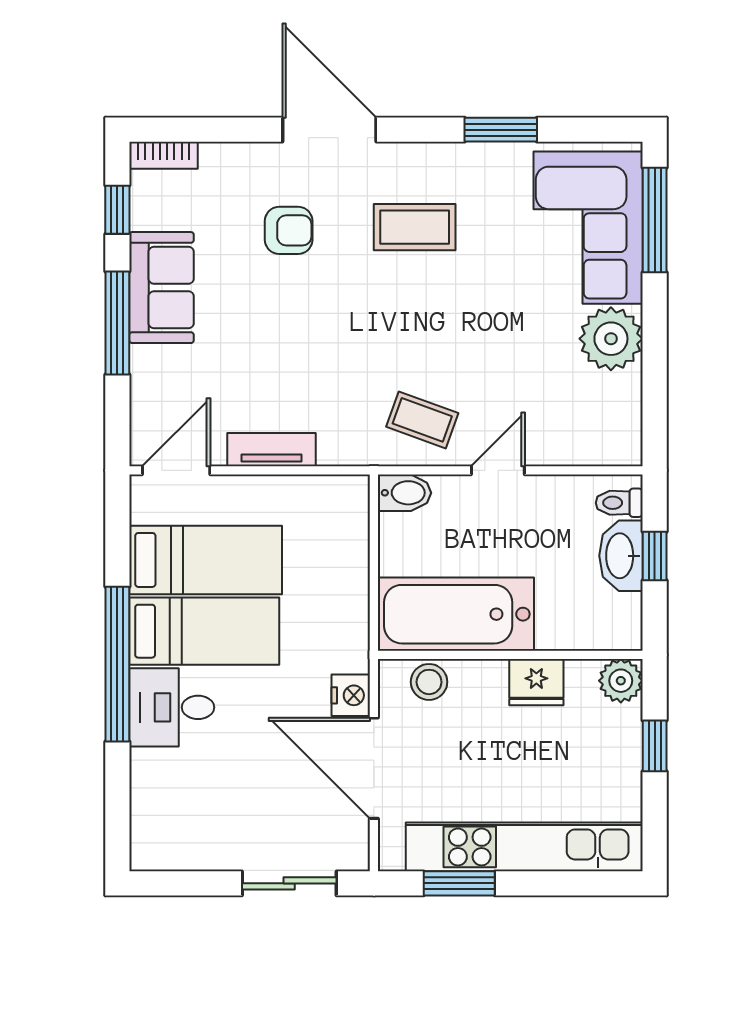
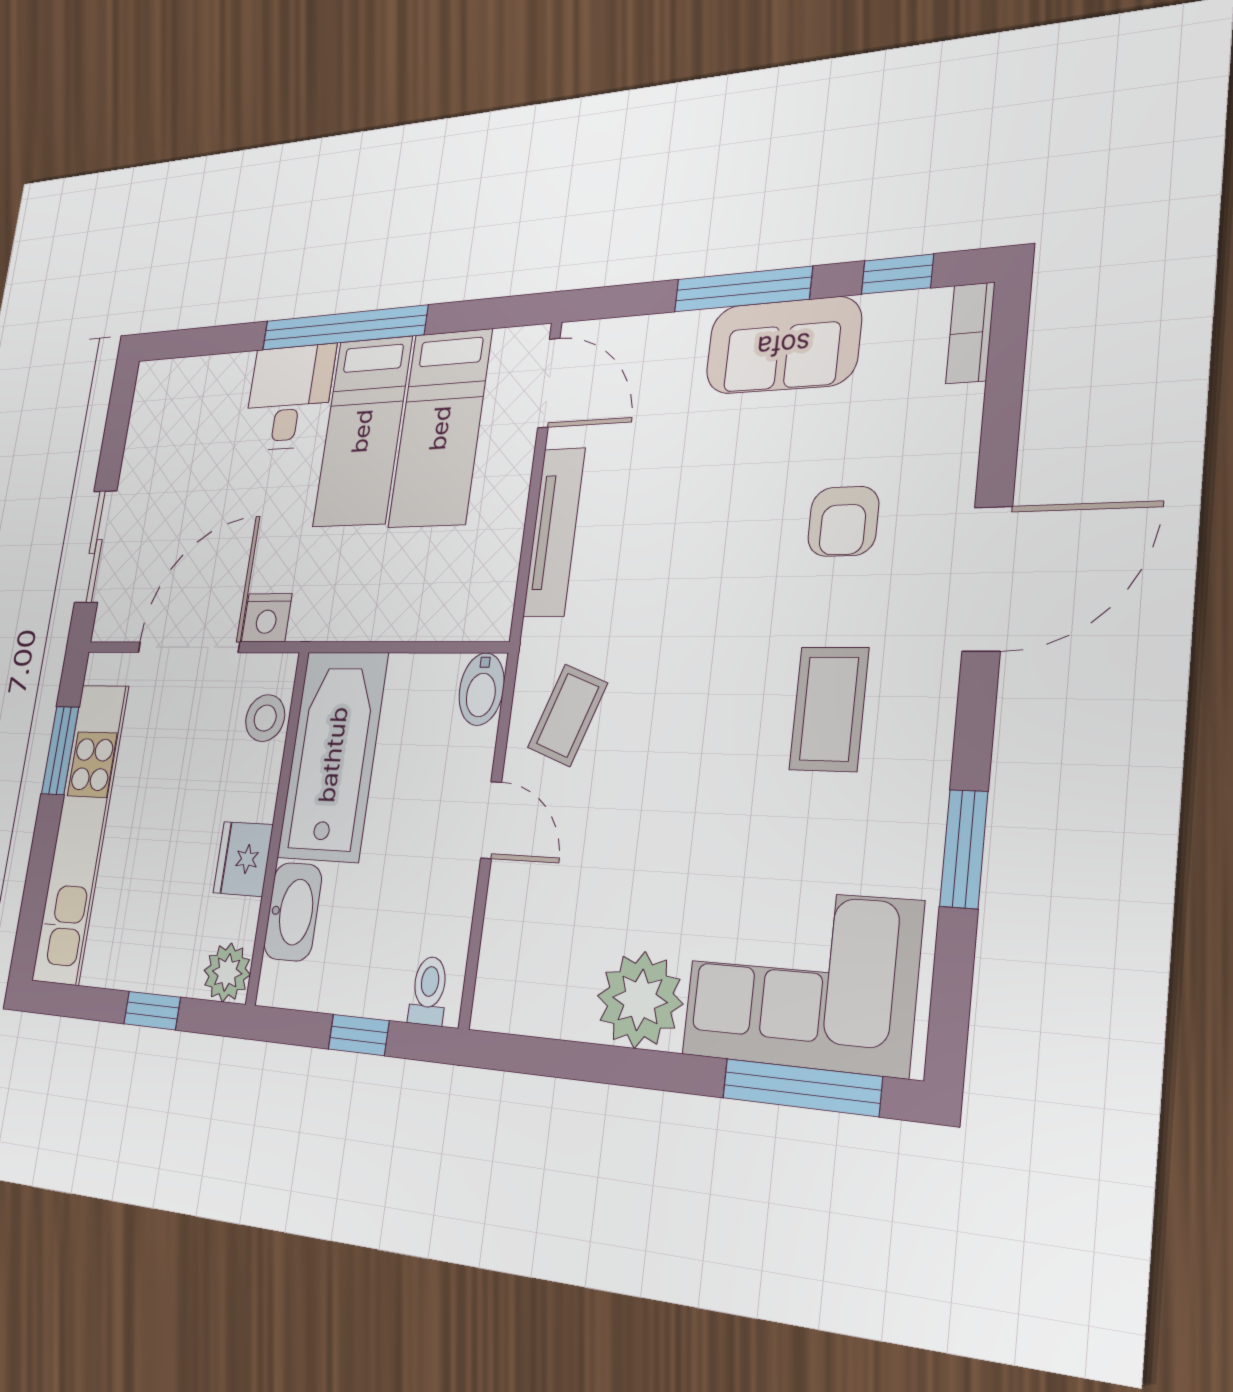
tv unit: (272, 450) -> (554, 532), width x1.41
washbasin: (621, 556) -> (293, 912), moved, turned 90

